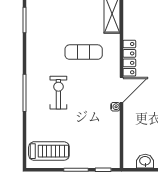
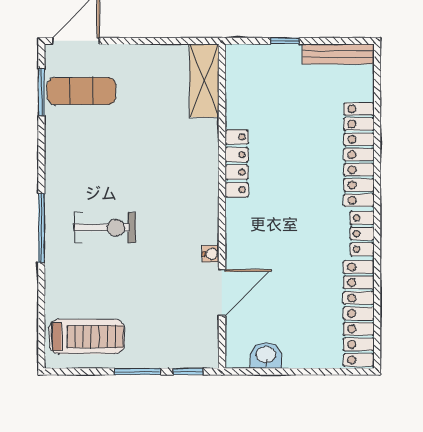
exercise mat: (84, 52) -> (81, 91), moved
door: (121, 90) -> (222, 293), moved
exercise bike: (58, 93) -> (105, 228), turned 90

